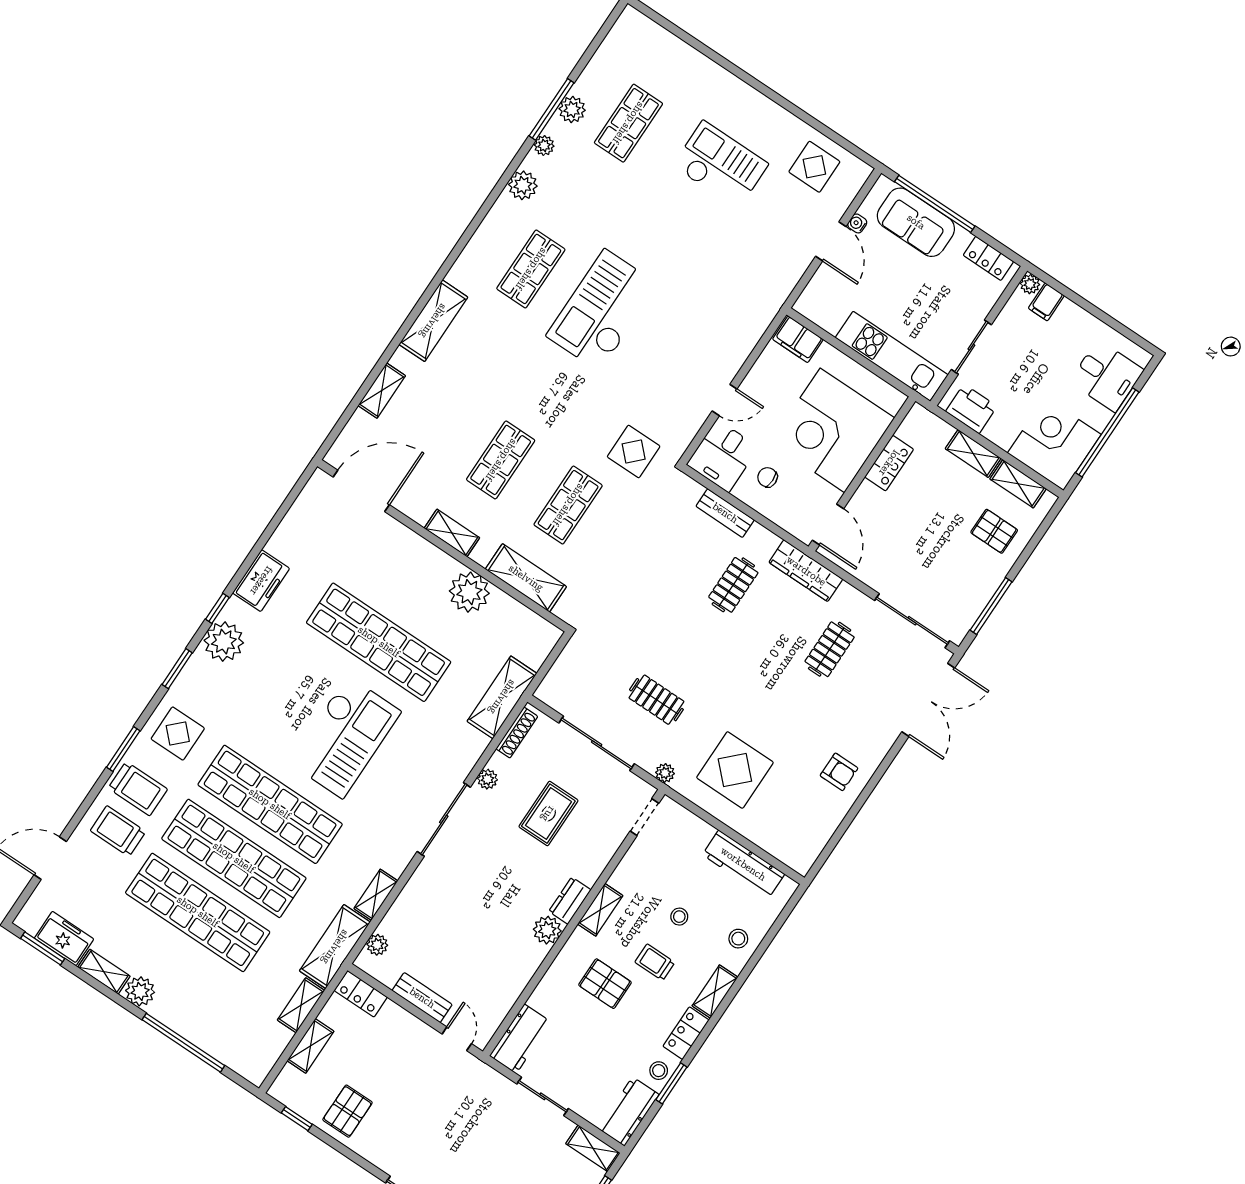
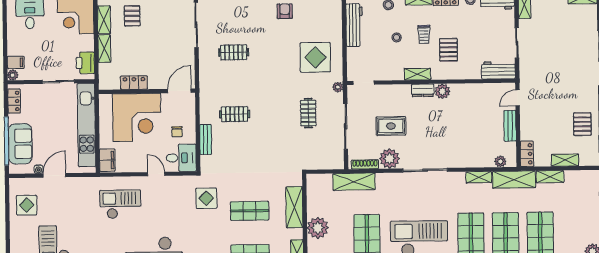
checkout: (716, 312) -> (120, 204), added
kitchen unit: (892, 356) -> (86, 125), width x1.36
wardrobe: (806, 571) -> (206, 87), removed
plant: (487, 779) -> (390, 159), width x1.87, depth x1.87
pallet: (347, 1111) -> (582, 124), turned 90

